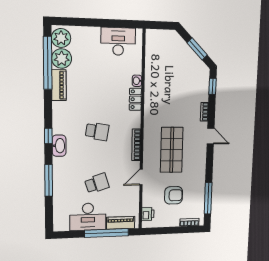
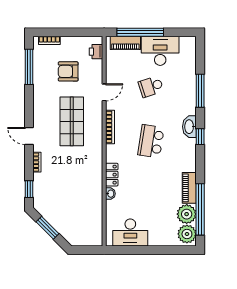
school desk: (97, 131) -> (151, 141), width x1.85

